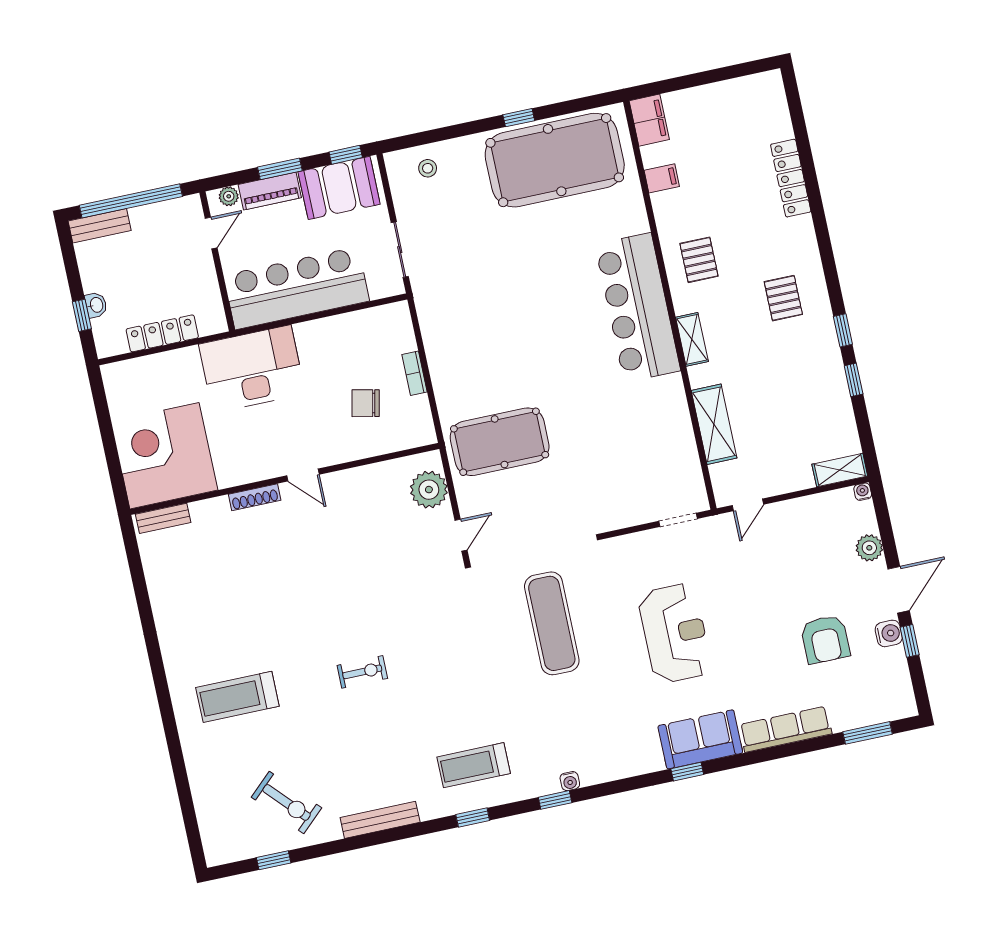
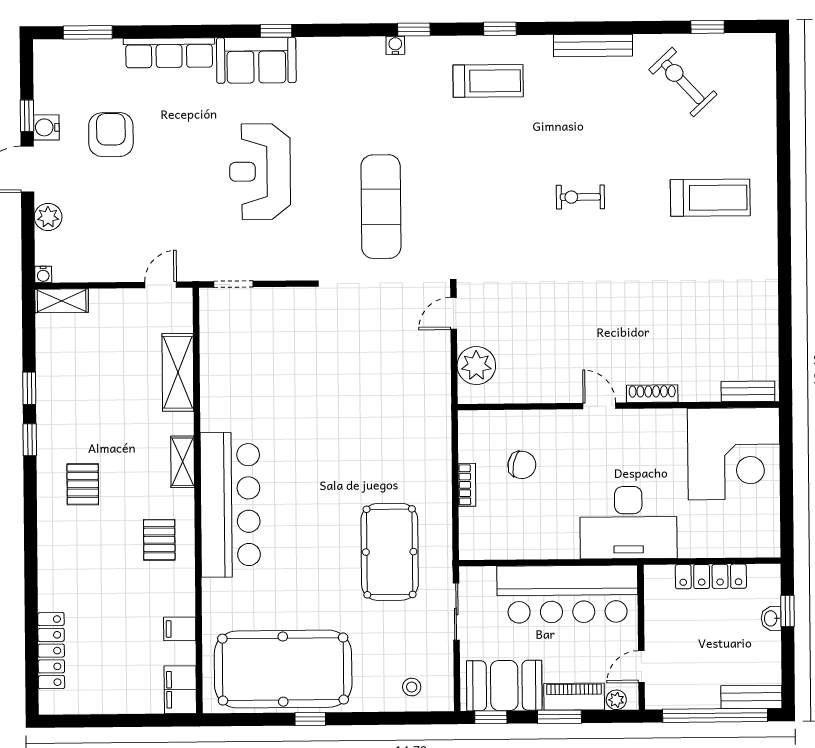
locker: (791, 178) -> (51, 651), moved
pool table: (500, 442) -> (390, 552), moved, turned 90

